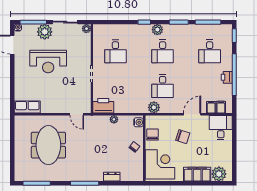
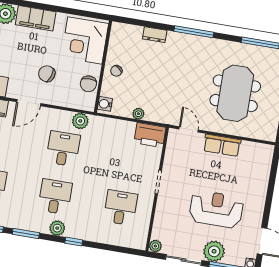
row of seats: (27, 107) -> (222, 145), moved

